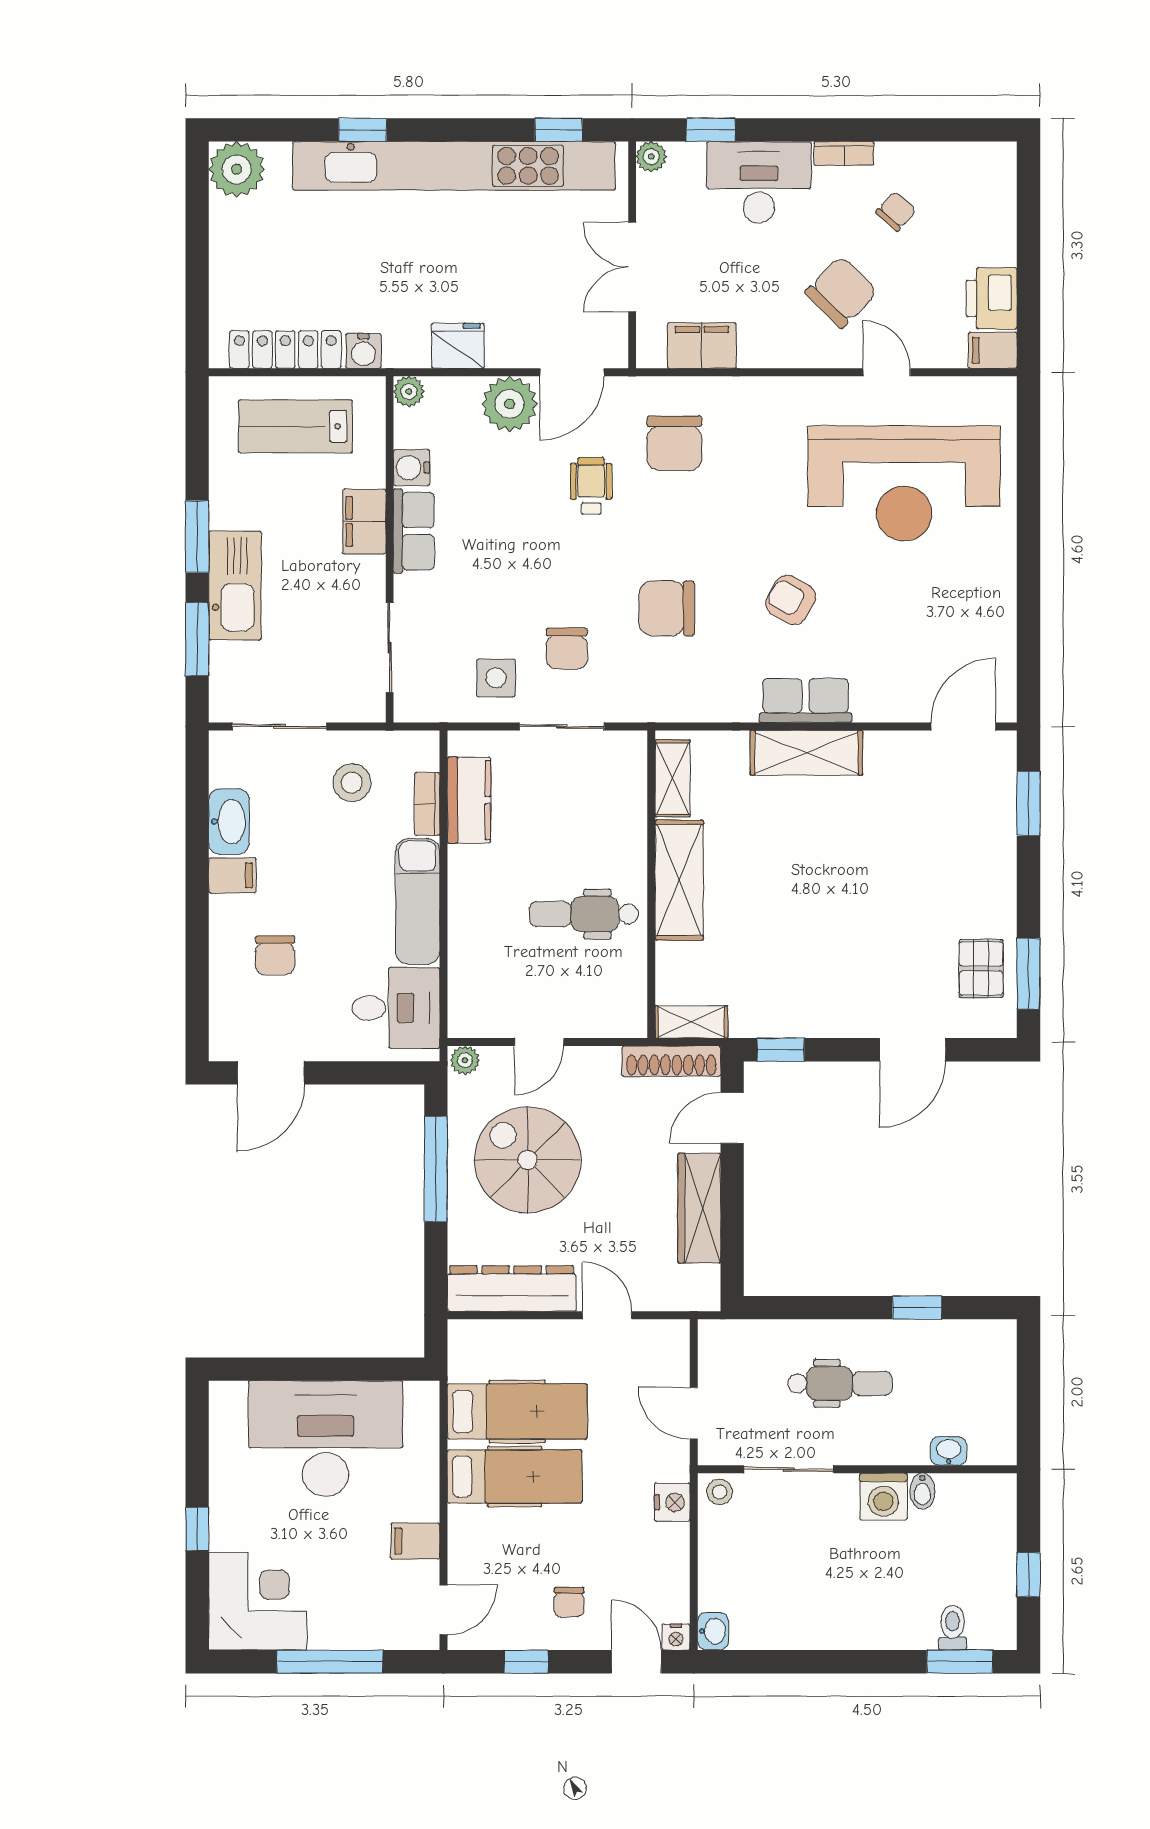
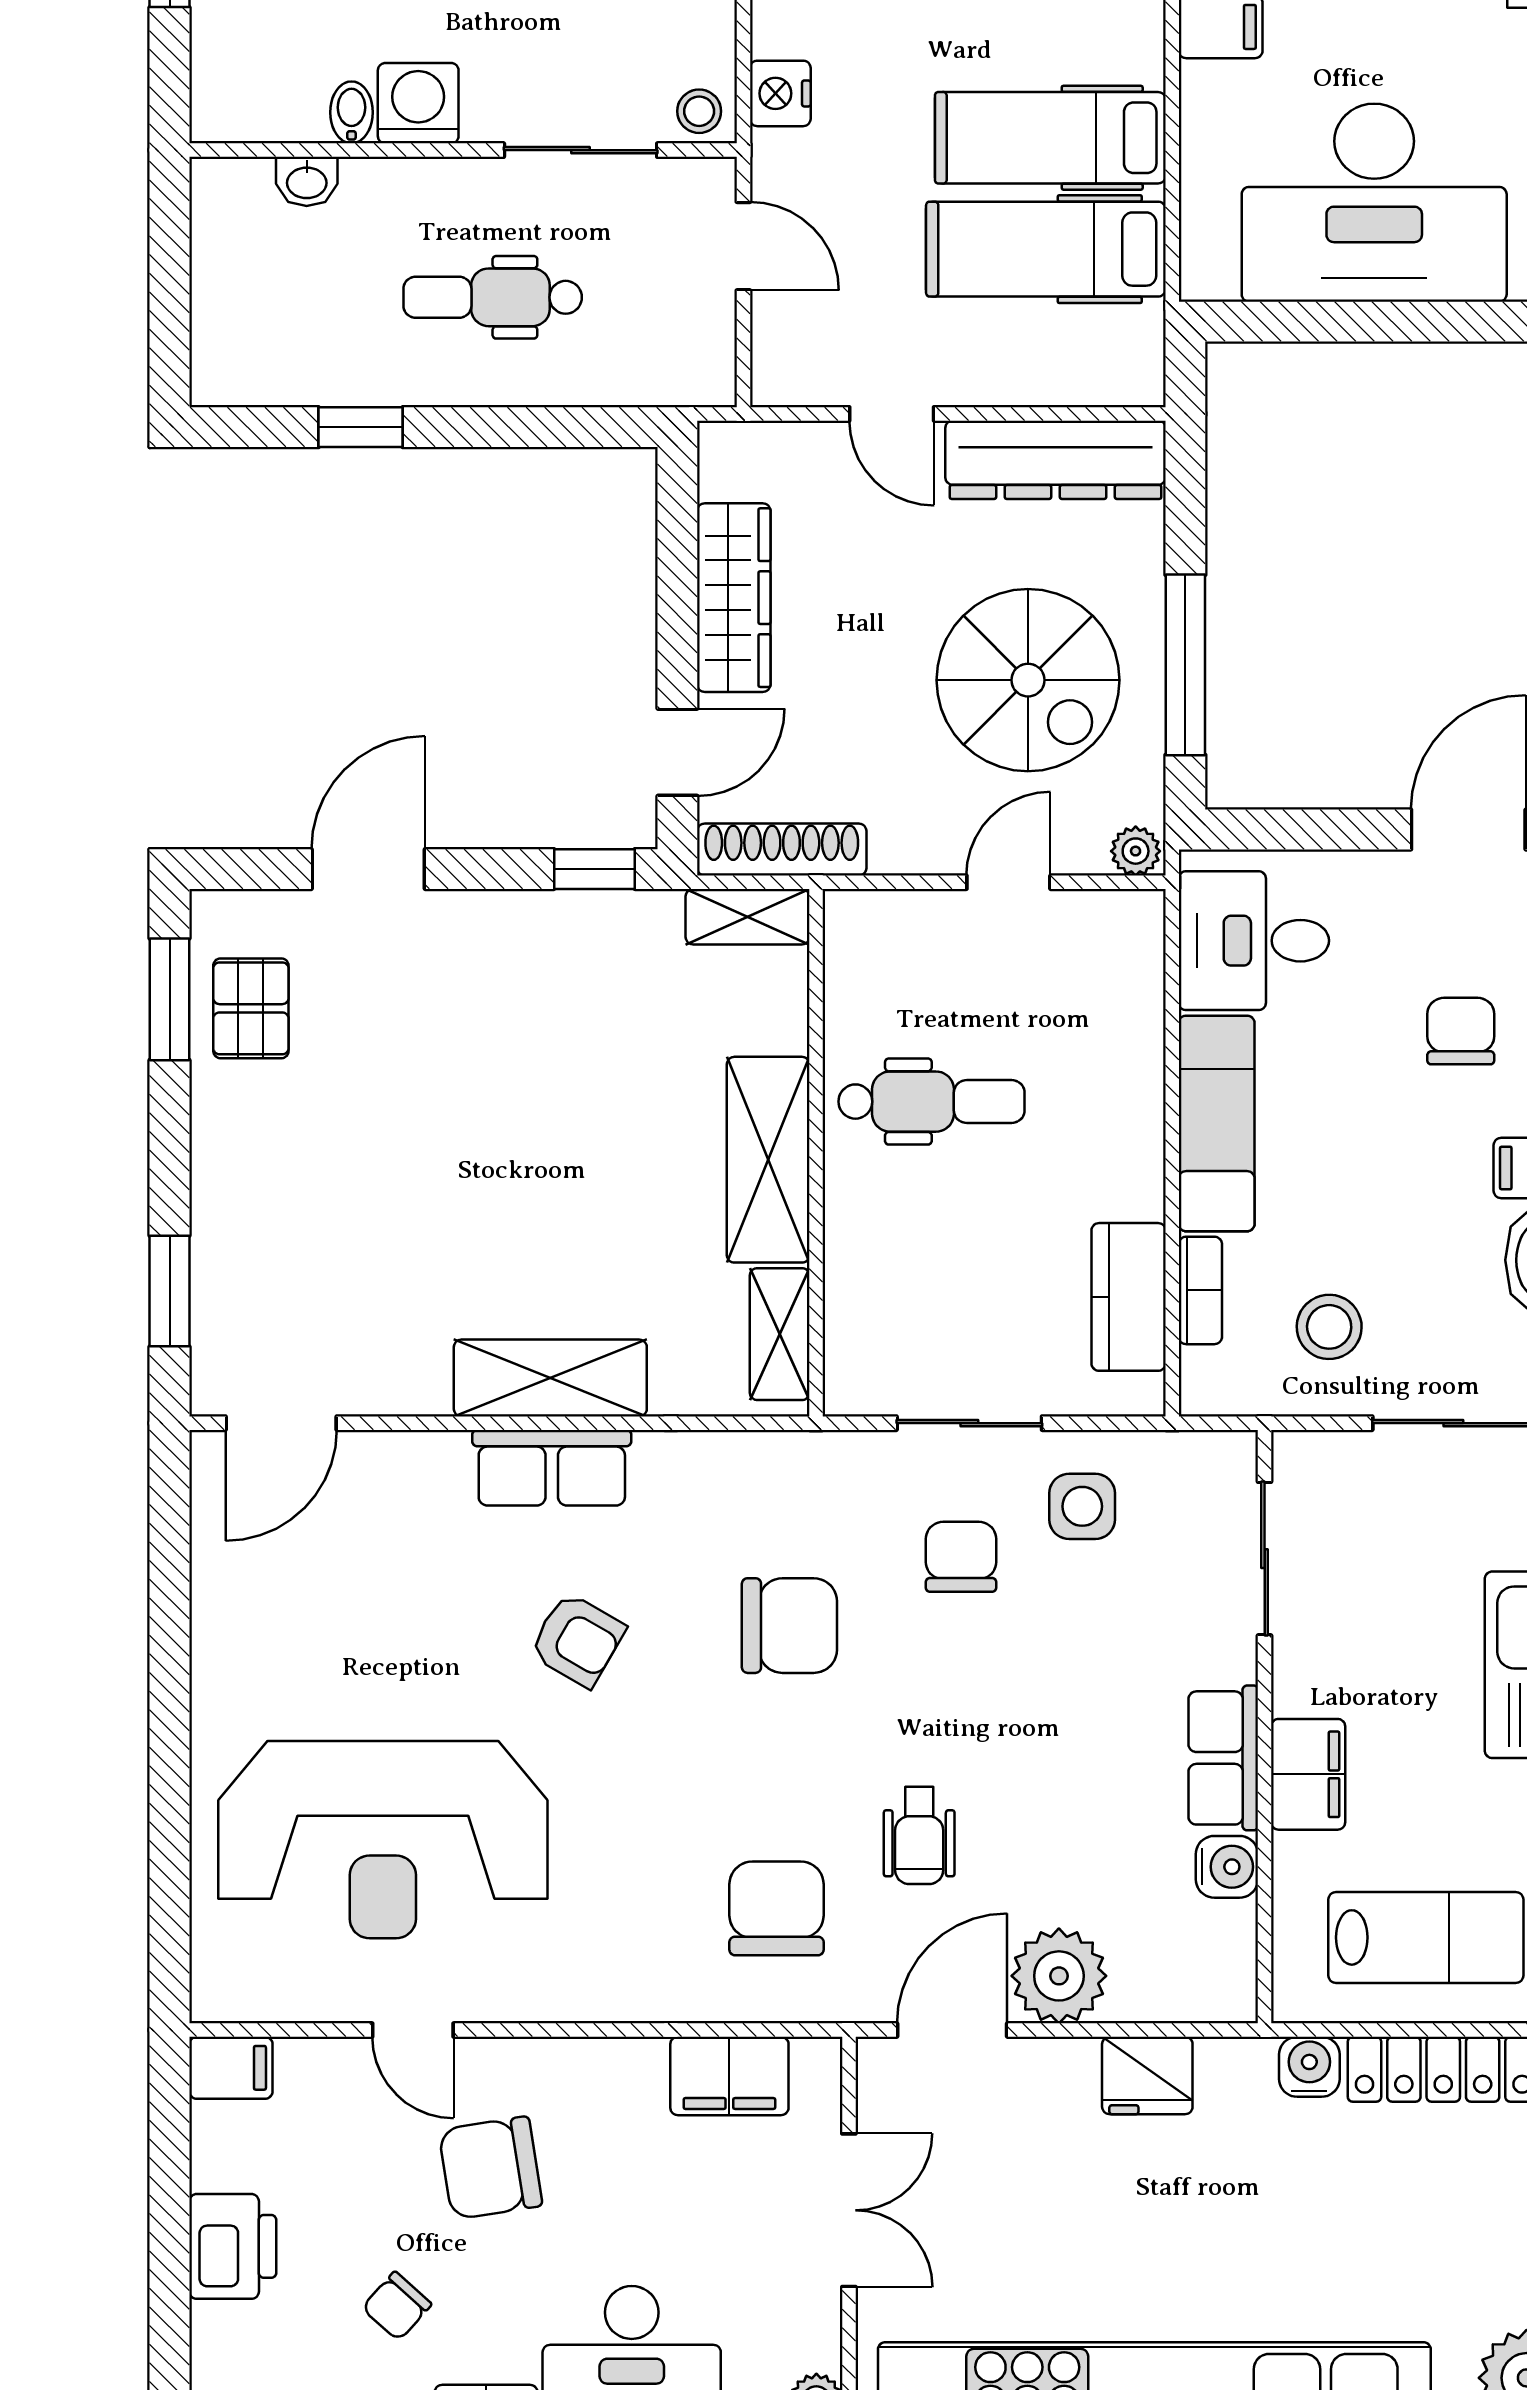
chair: (841, 292) -> (490, 2168), turned 36
printer: (992, 298) -> (233, 2246), moved
plant: (409, 392) -> (1232, 1997), removed
reception desk: (904, 483) -> (383, 1840), turned 180

